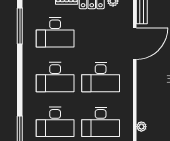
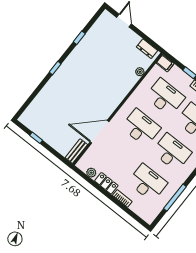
window: (20, 26) -> (175, 198), moved

